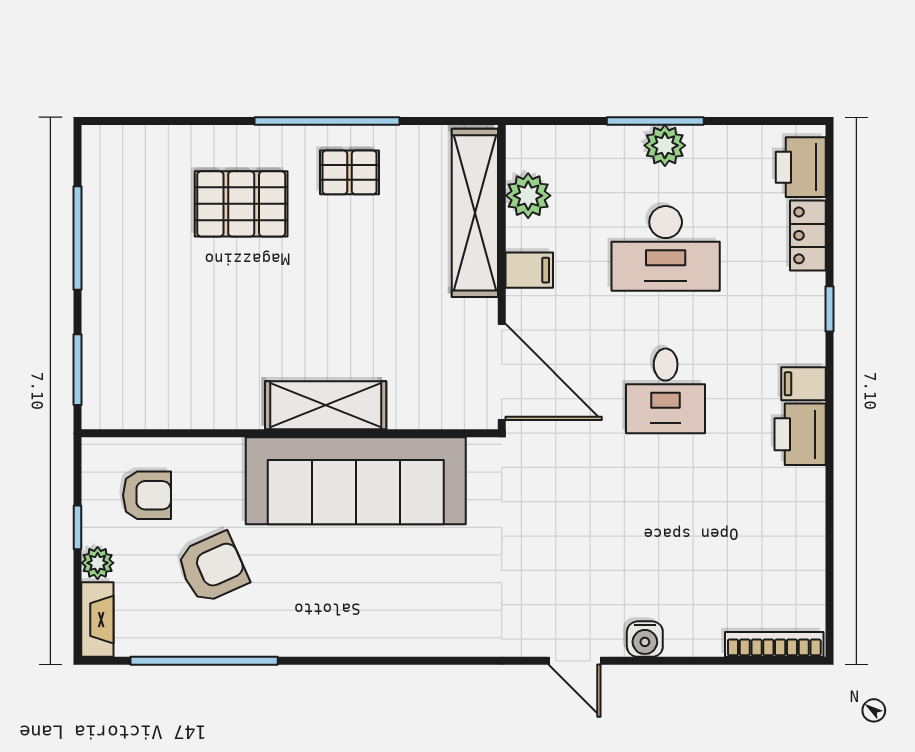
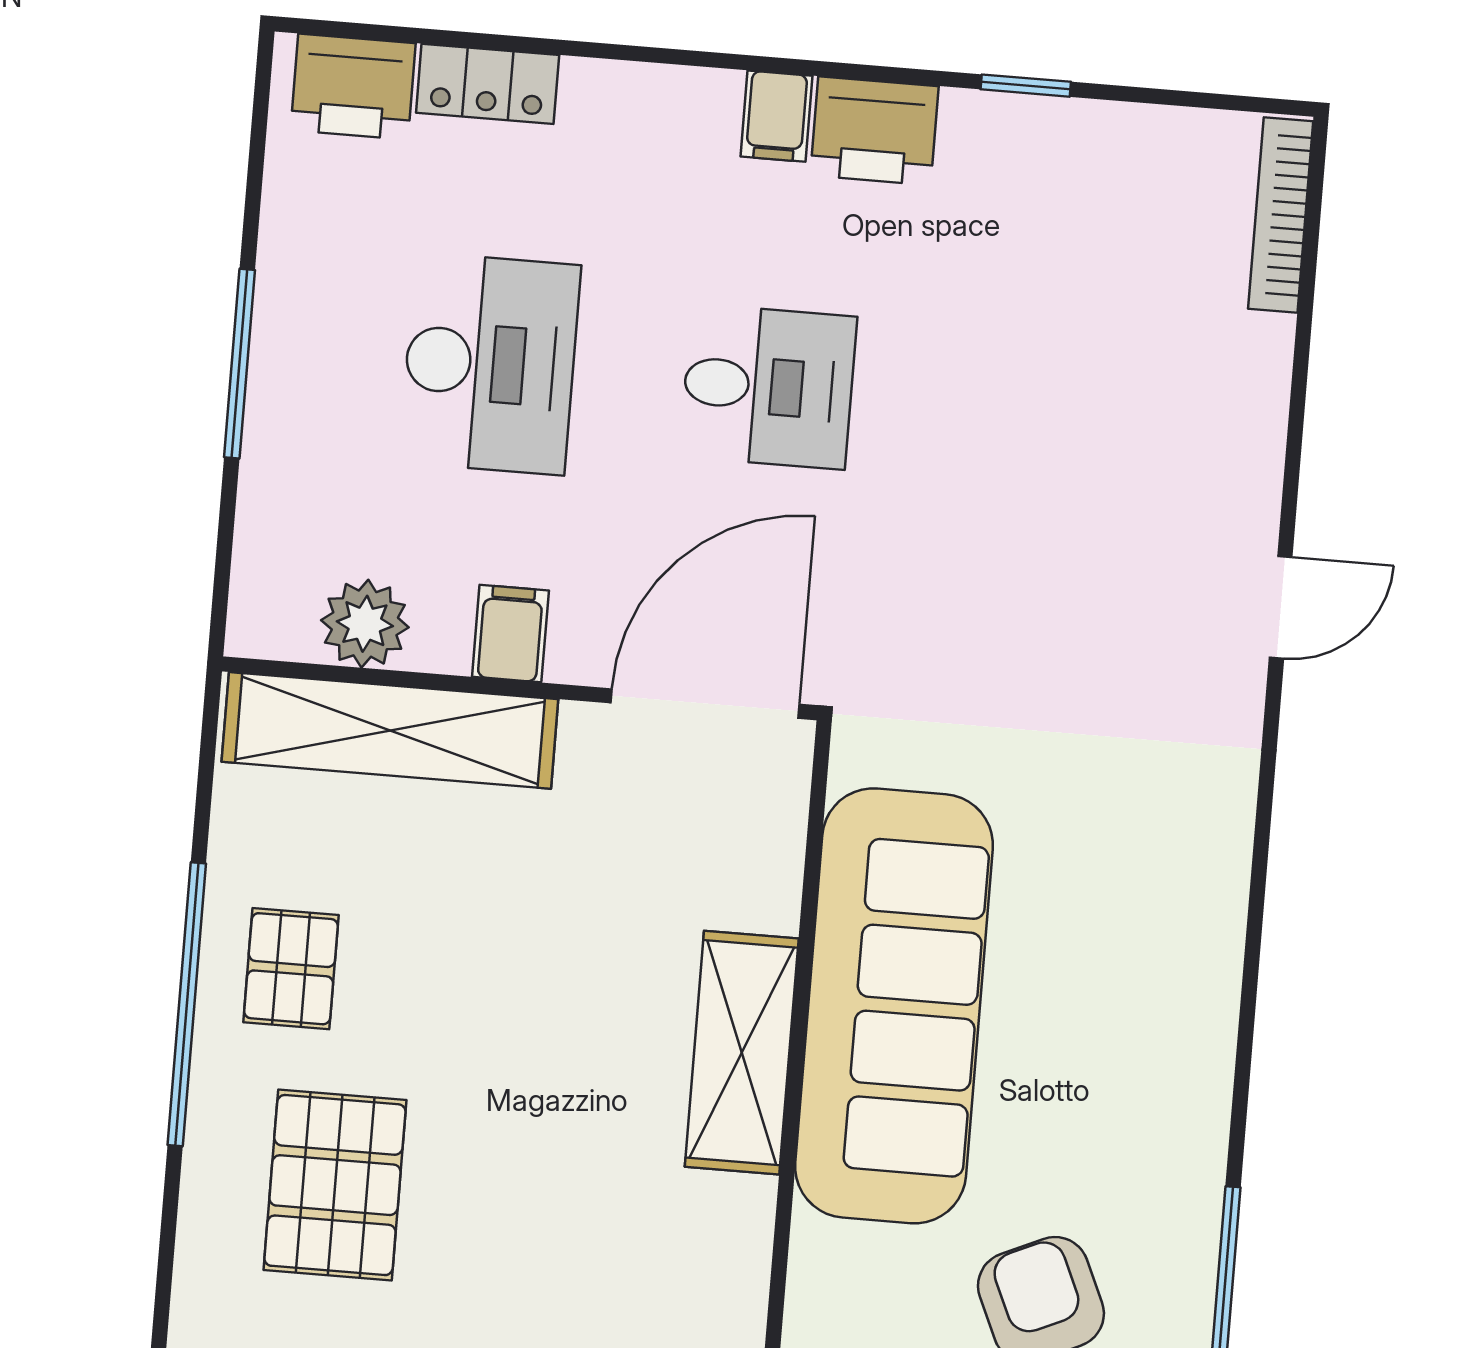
plant: (665, 145) -> (289, 349), removed
window: (829, 309) -> (1026, 86), moved
water cooler: (645, 639) -> (1250, 467), removed

